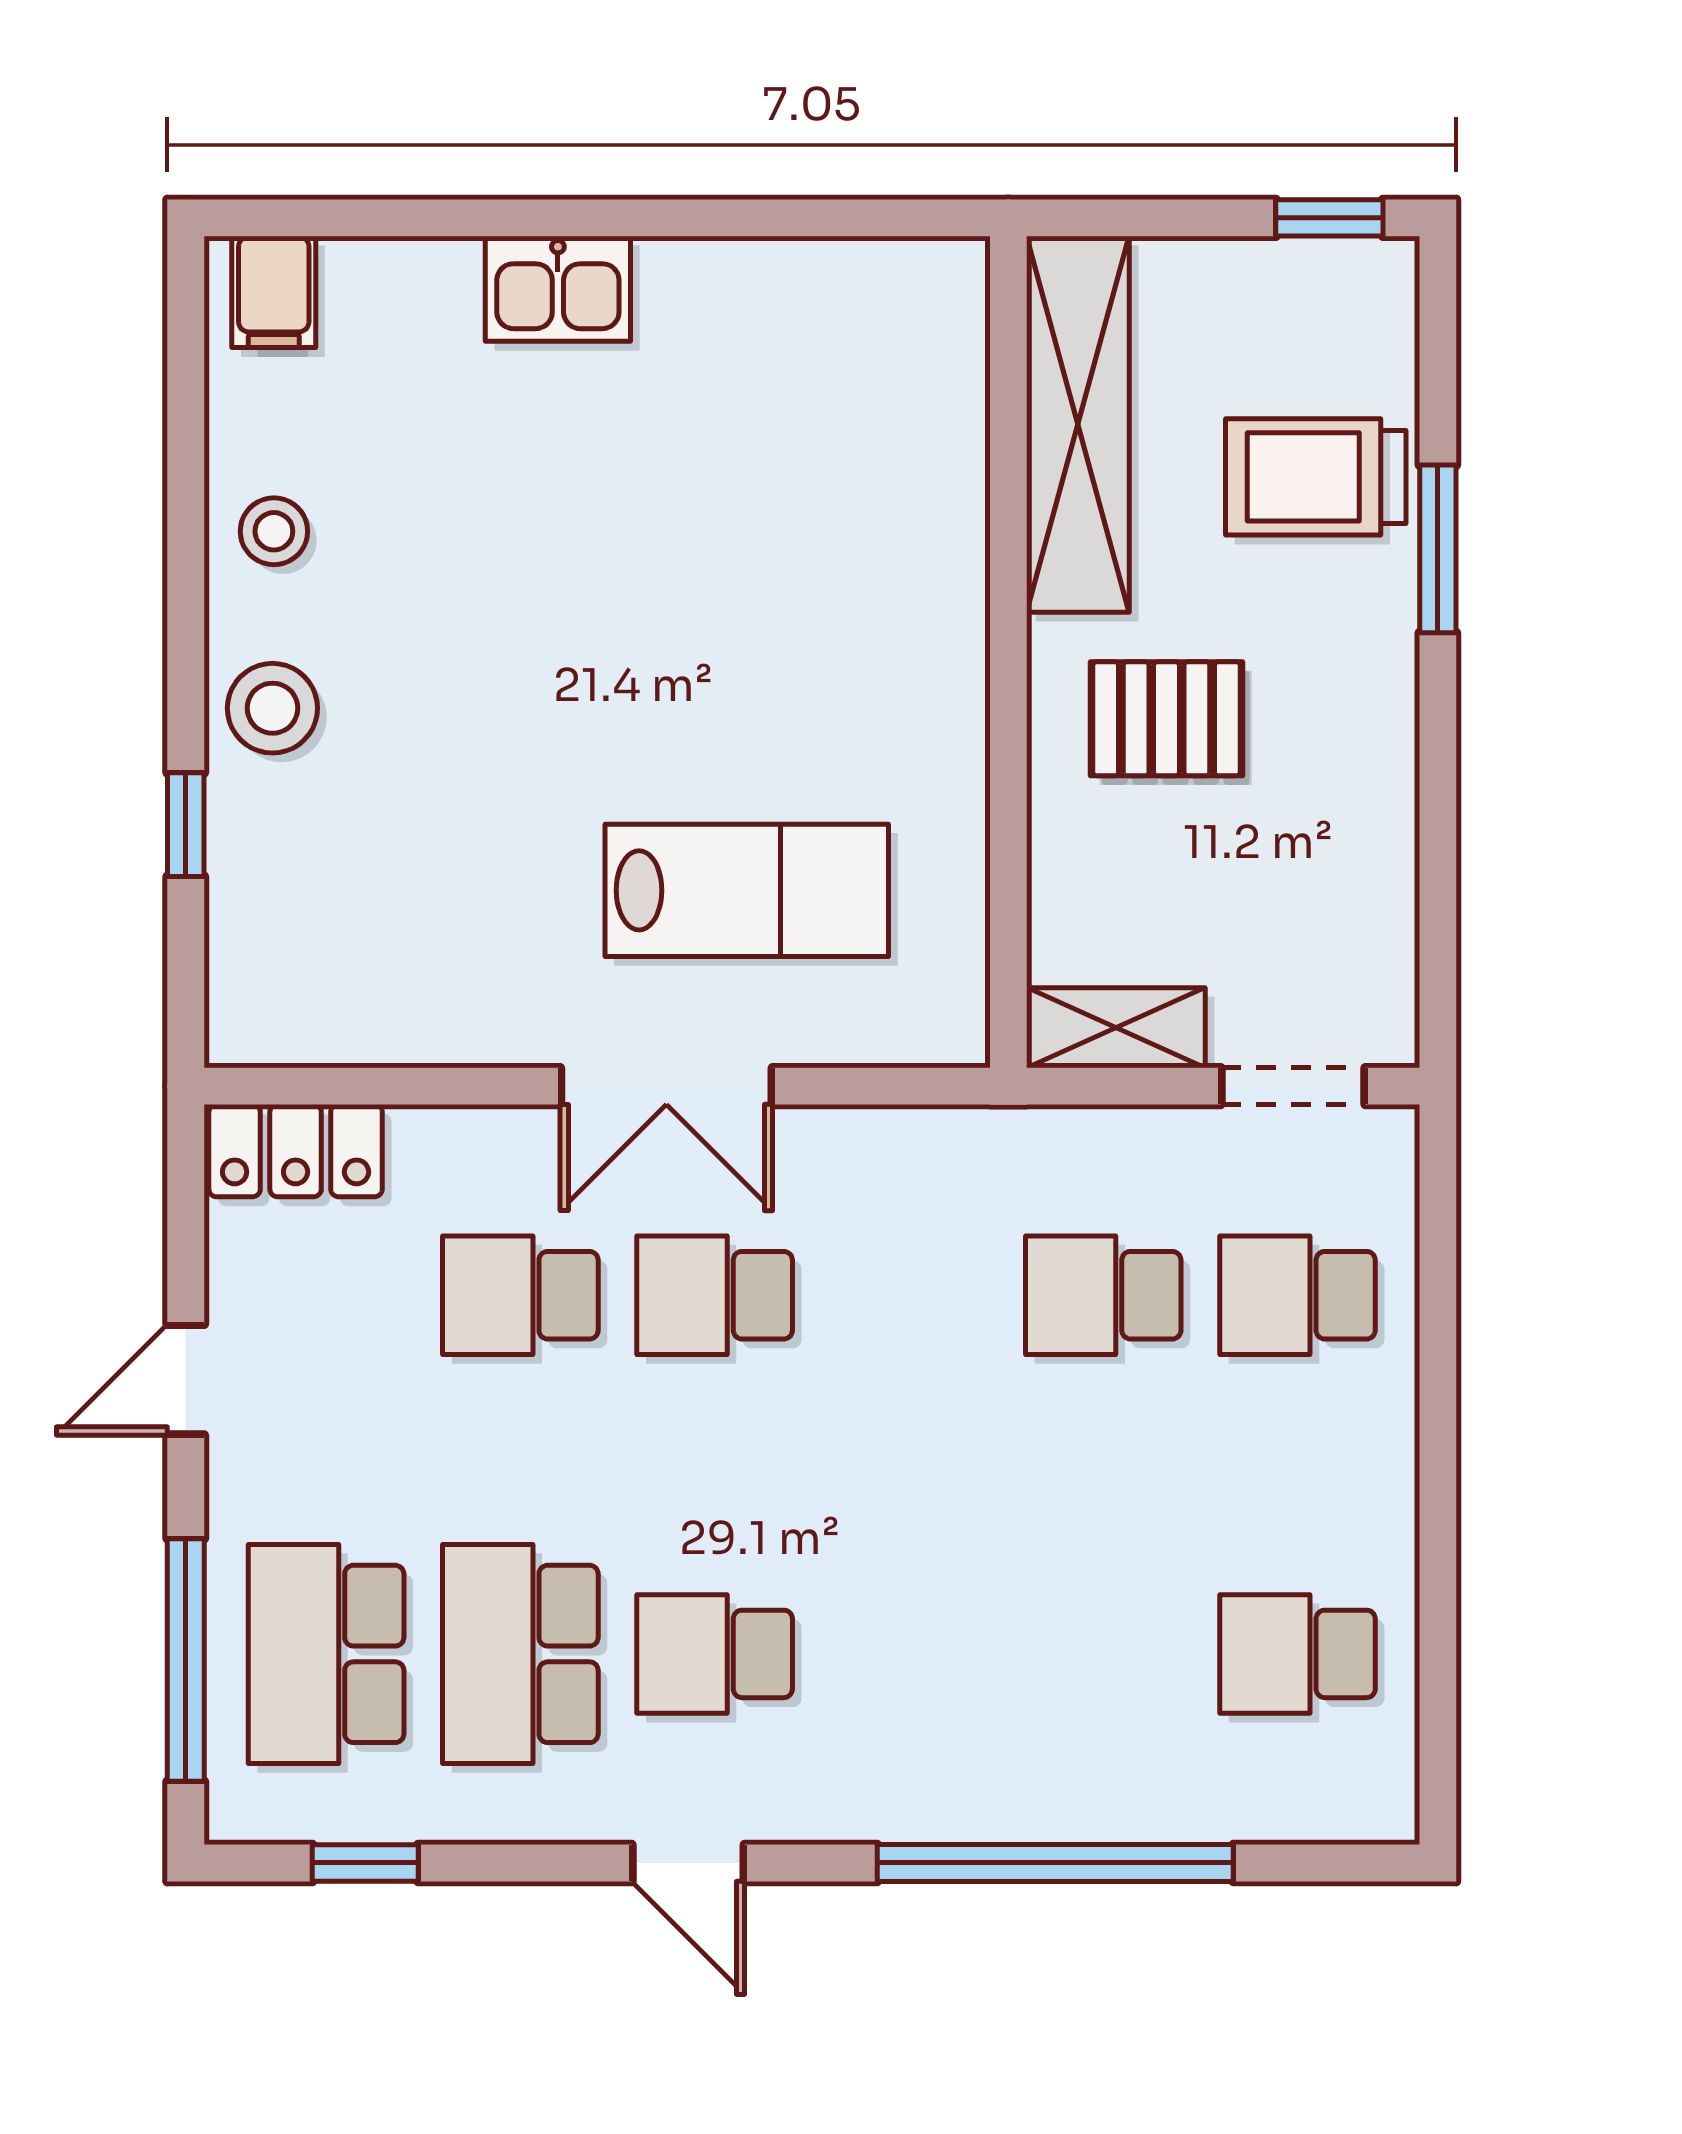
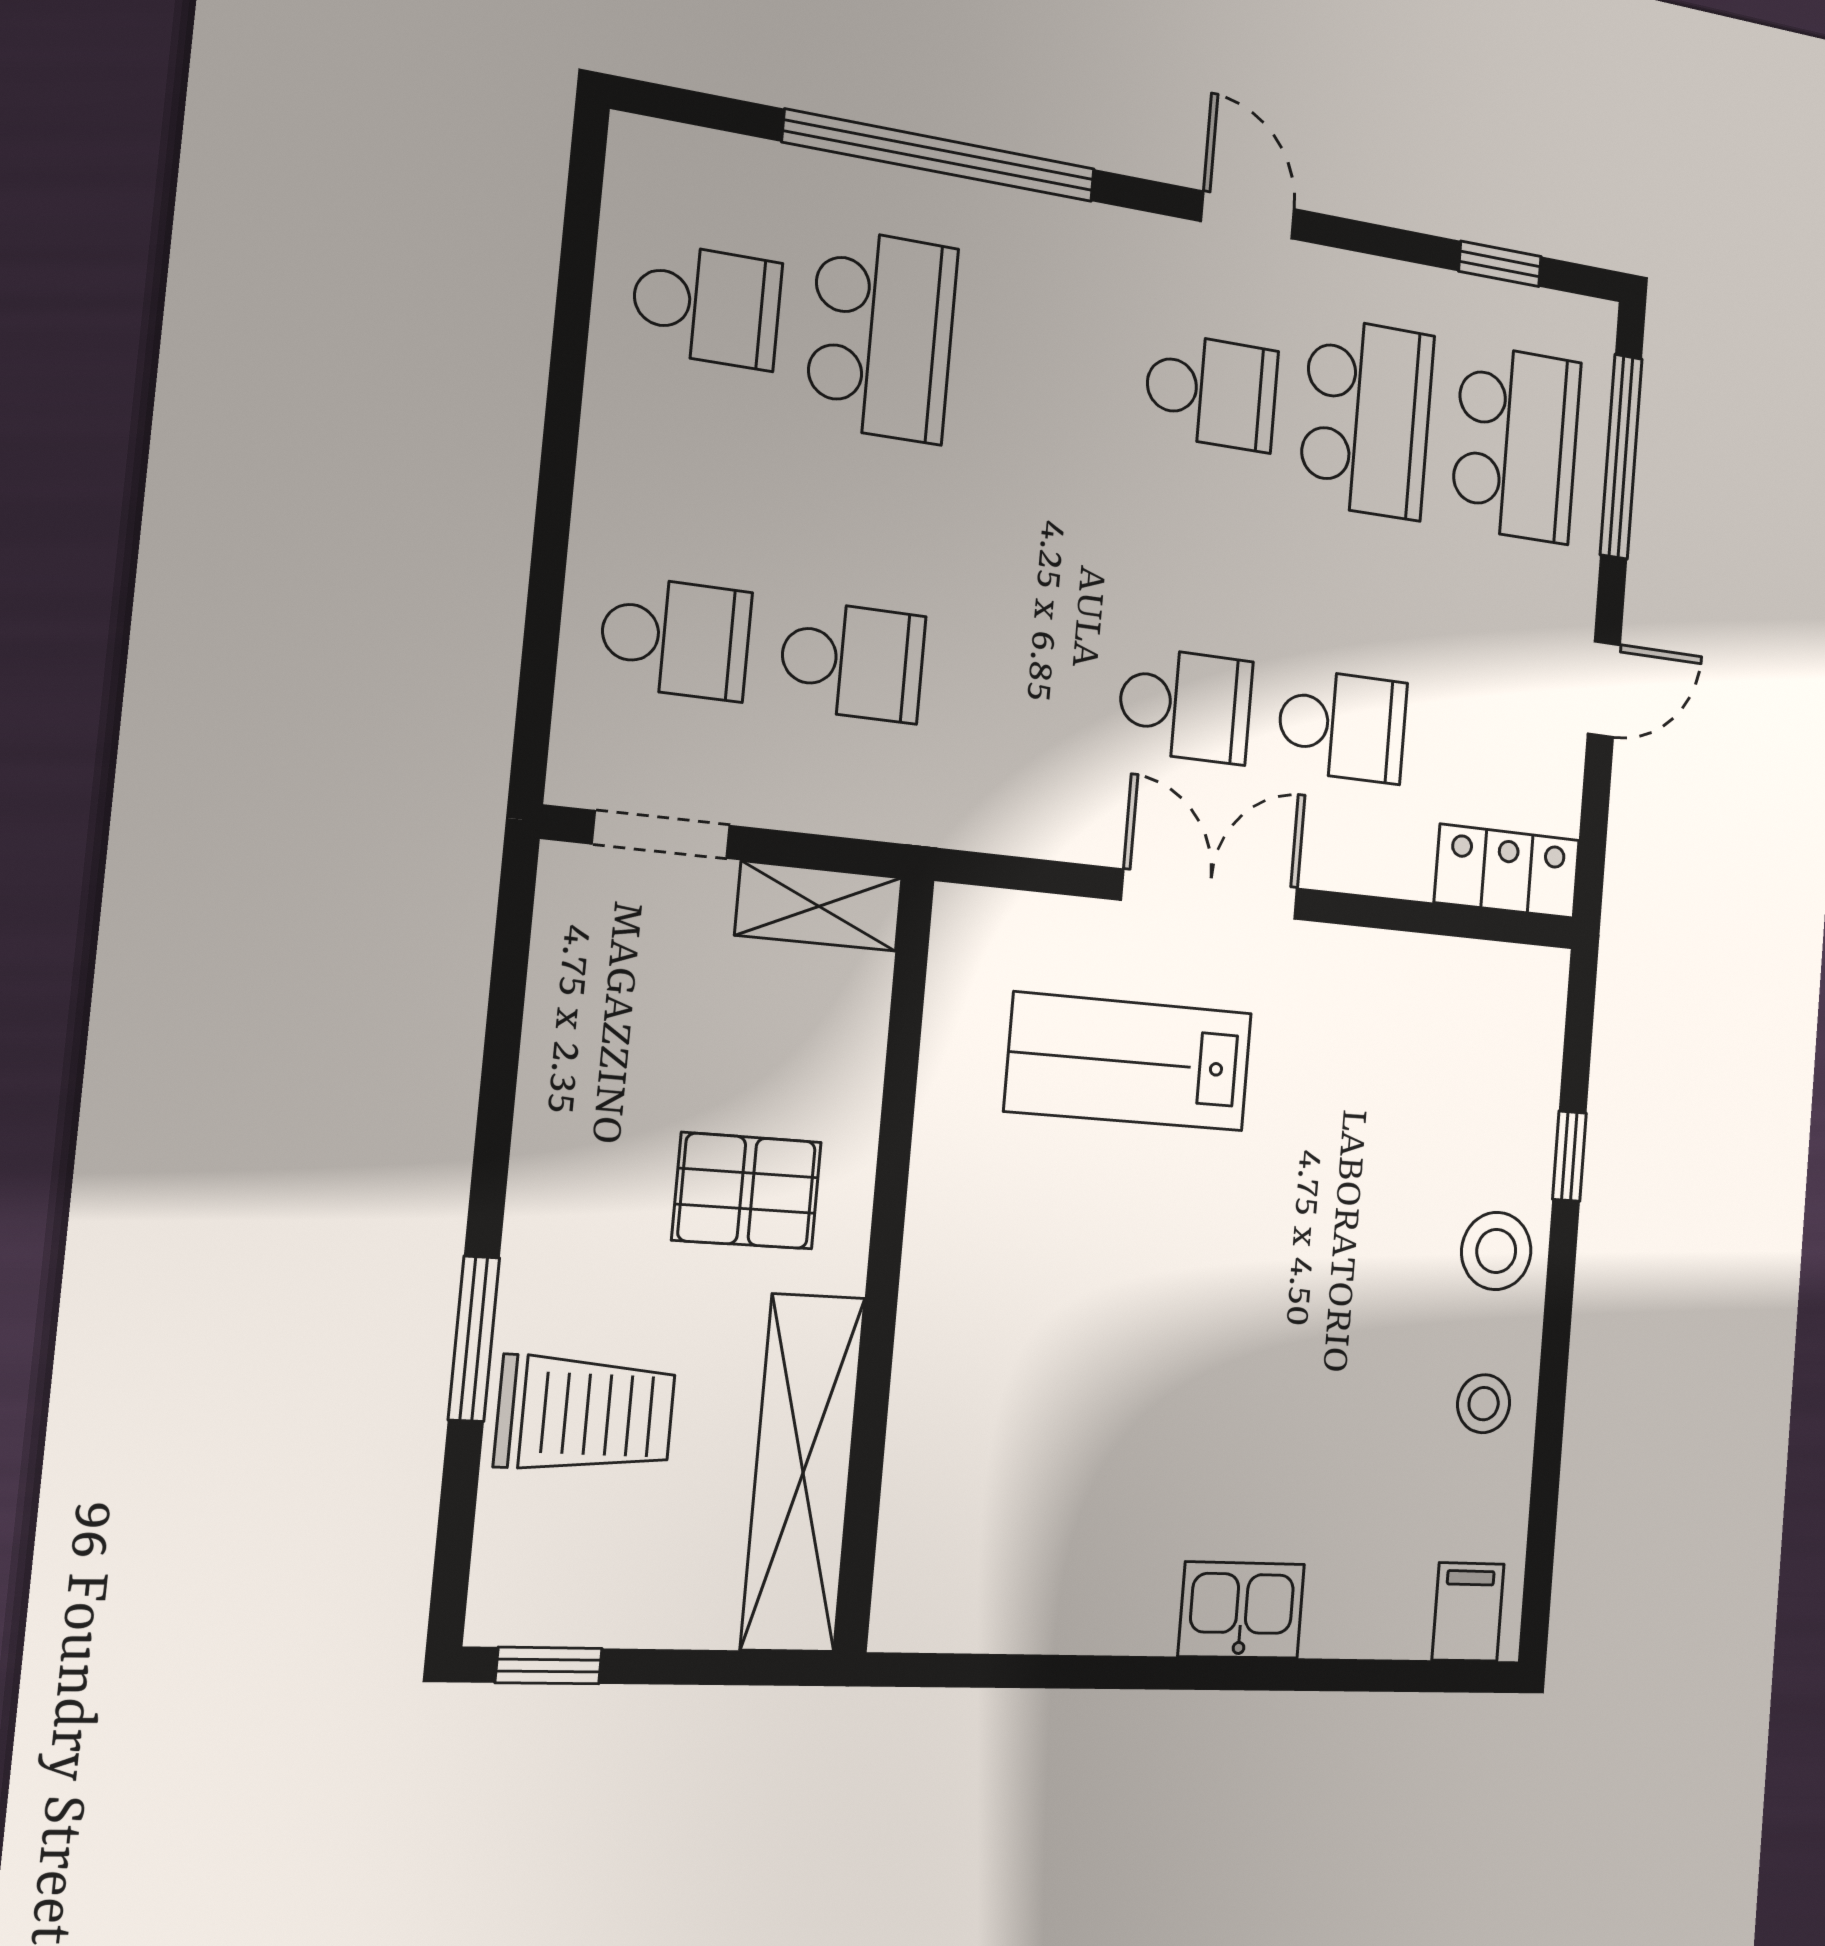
school desk: (1103, 1654) -> (882, 335), added

